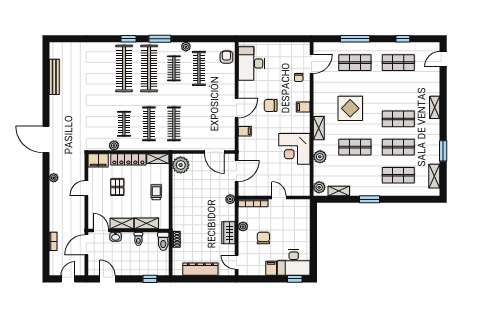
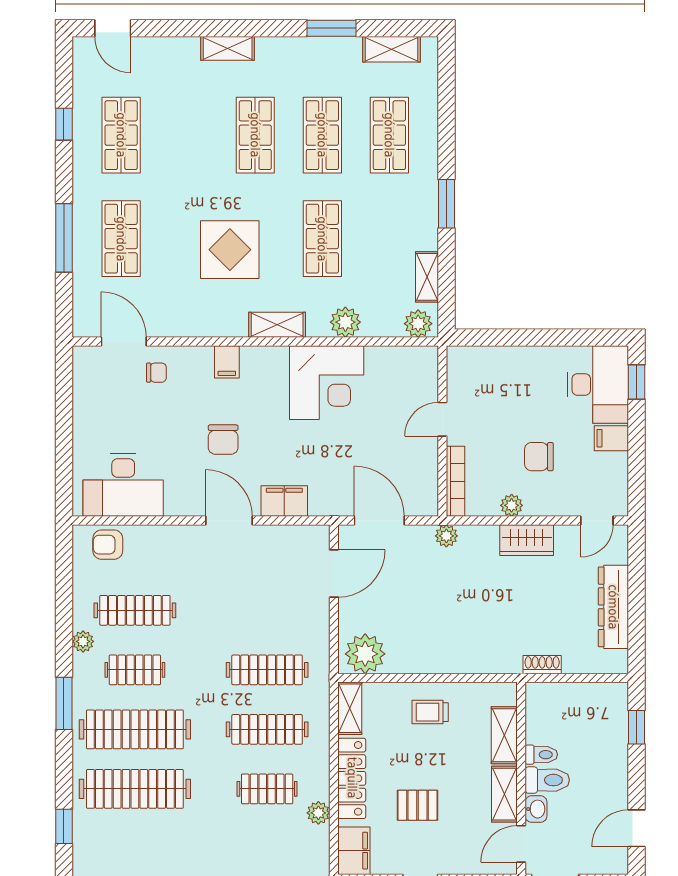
window: (129, 39) -> (64, 826), moved
filing cabinet: (245, 131) -> (284, 501), width x2.00
toilet: (163, 241) -> (547, 780), moved

